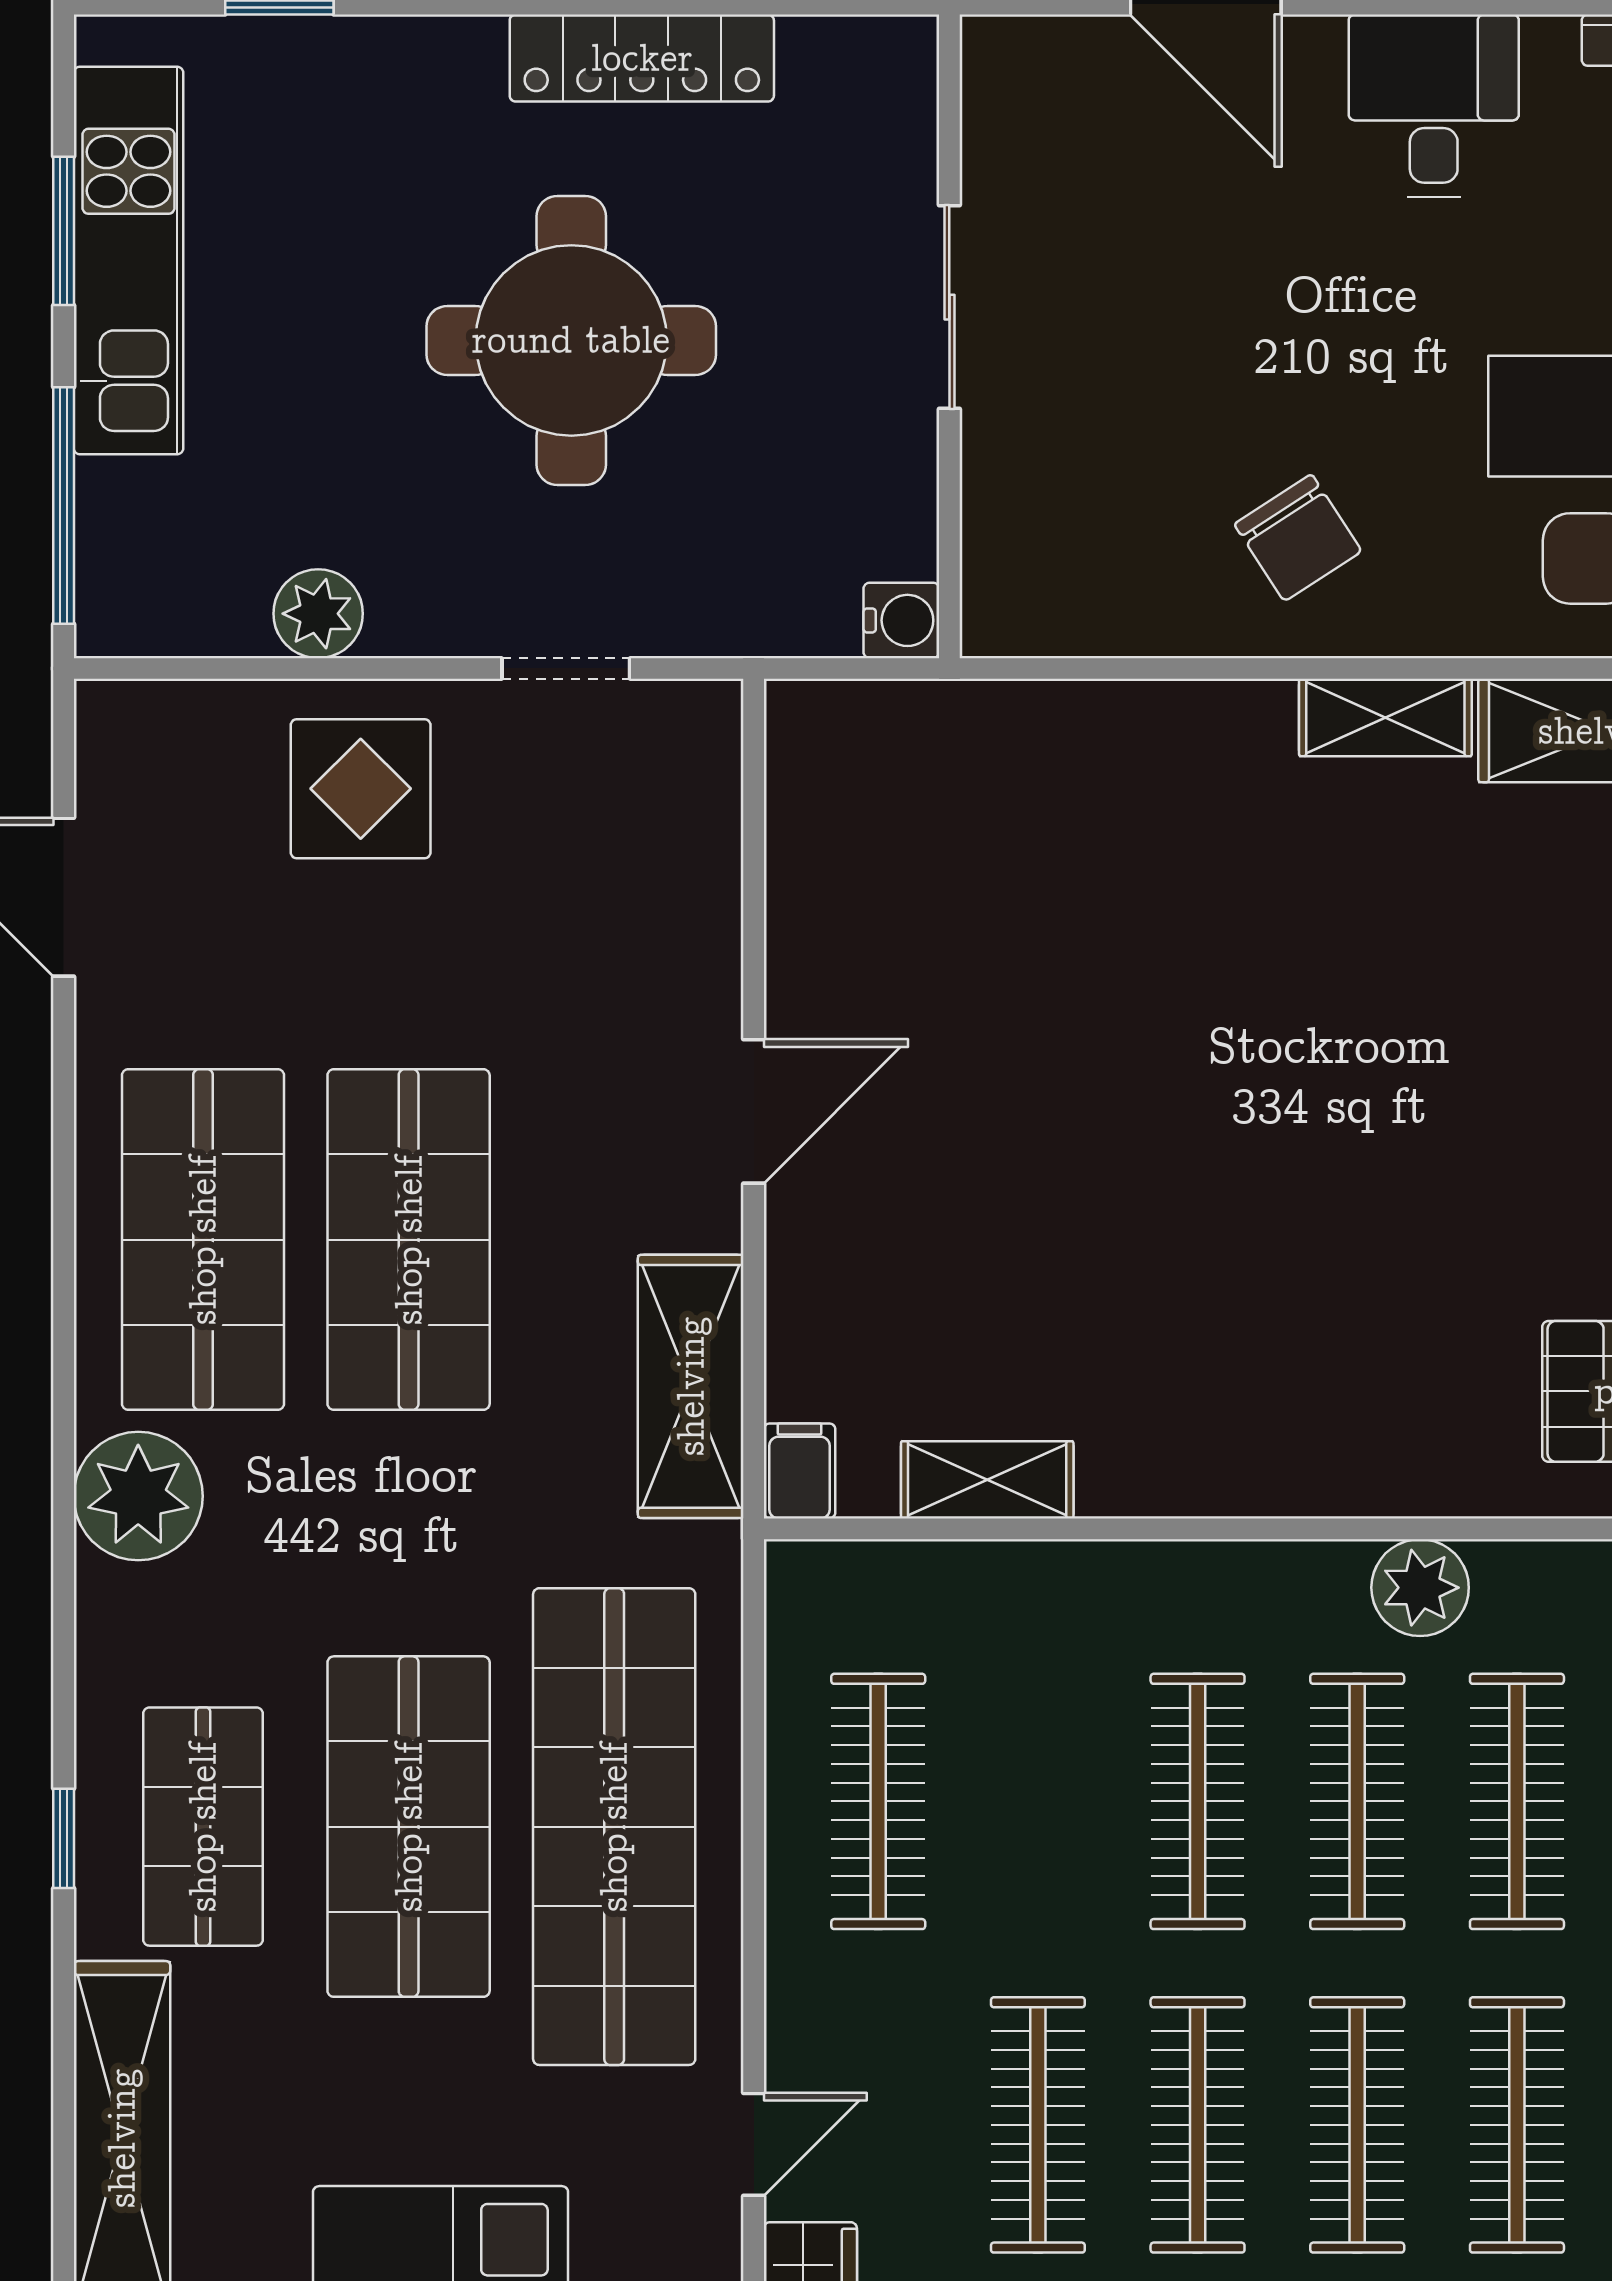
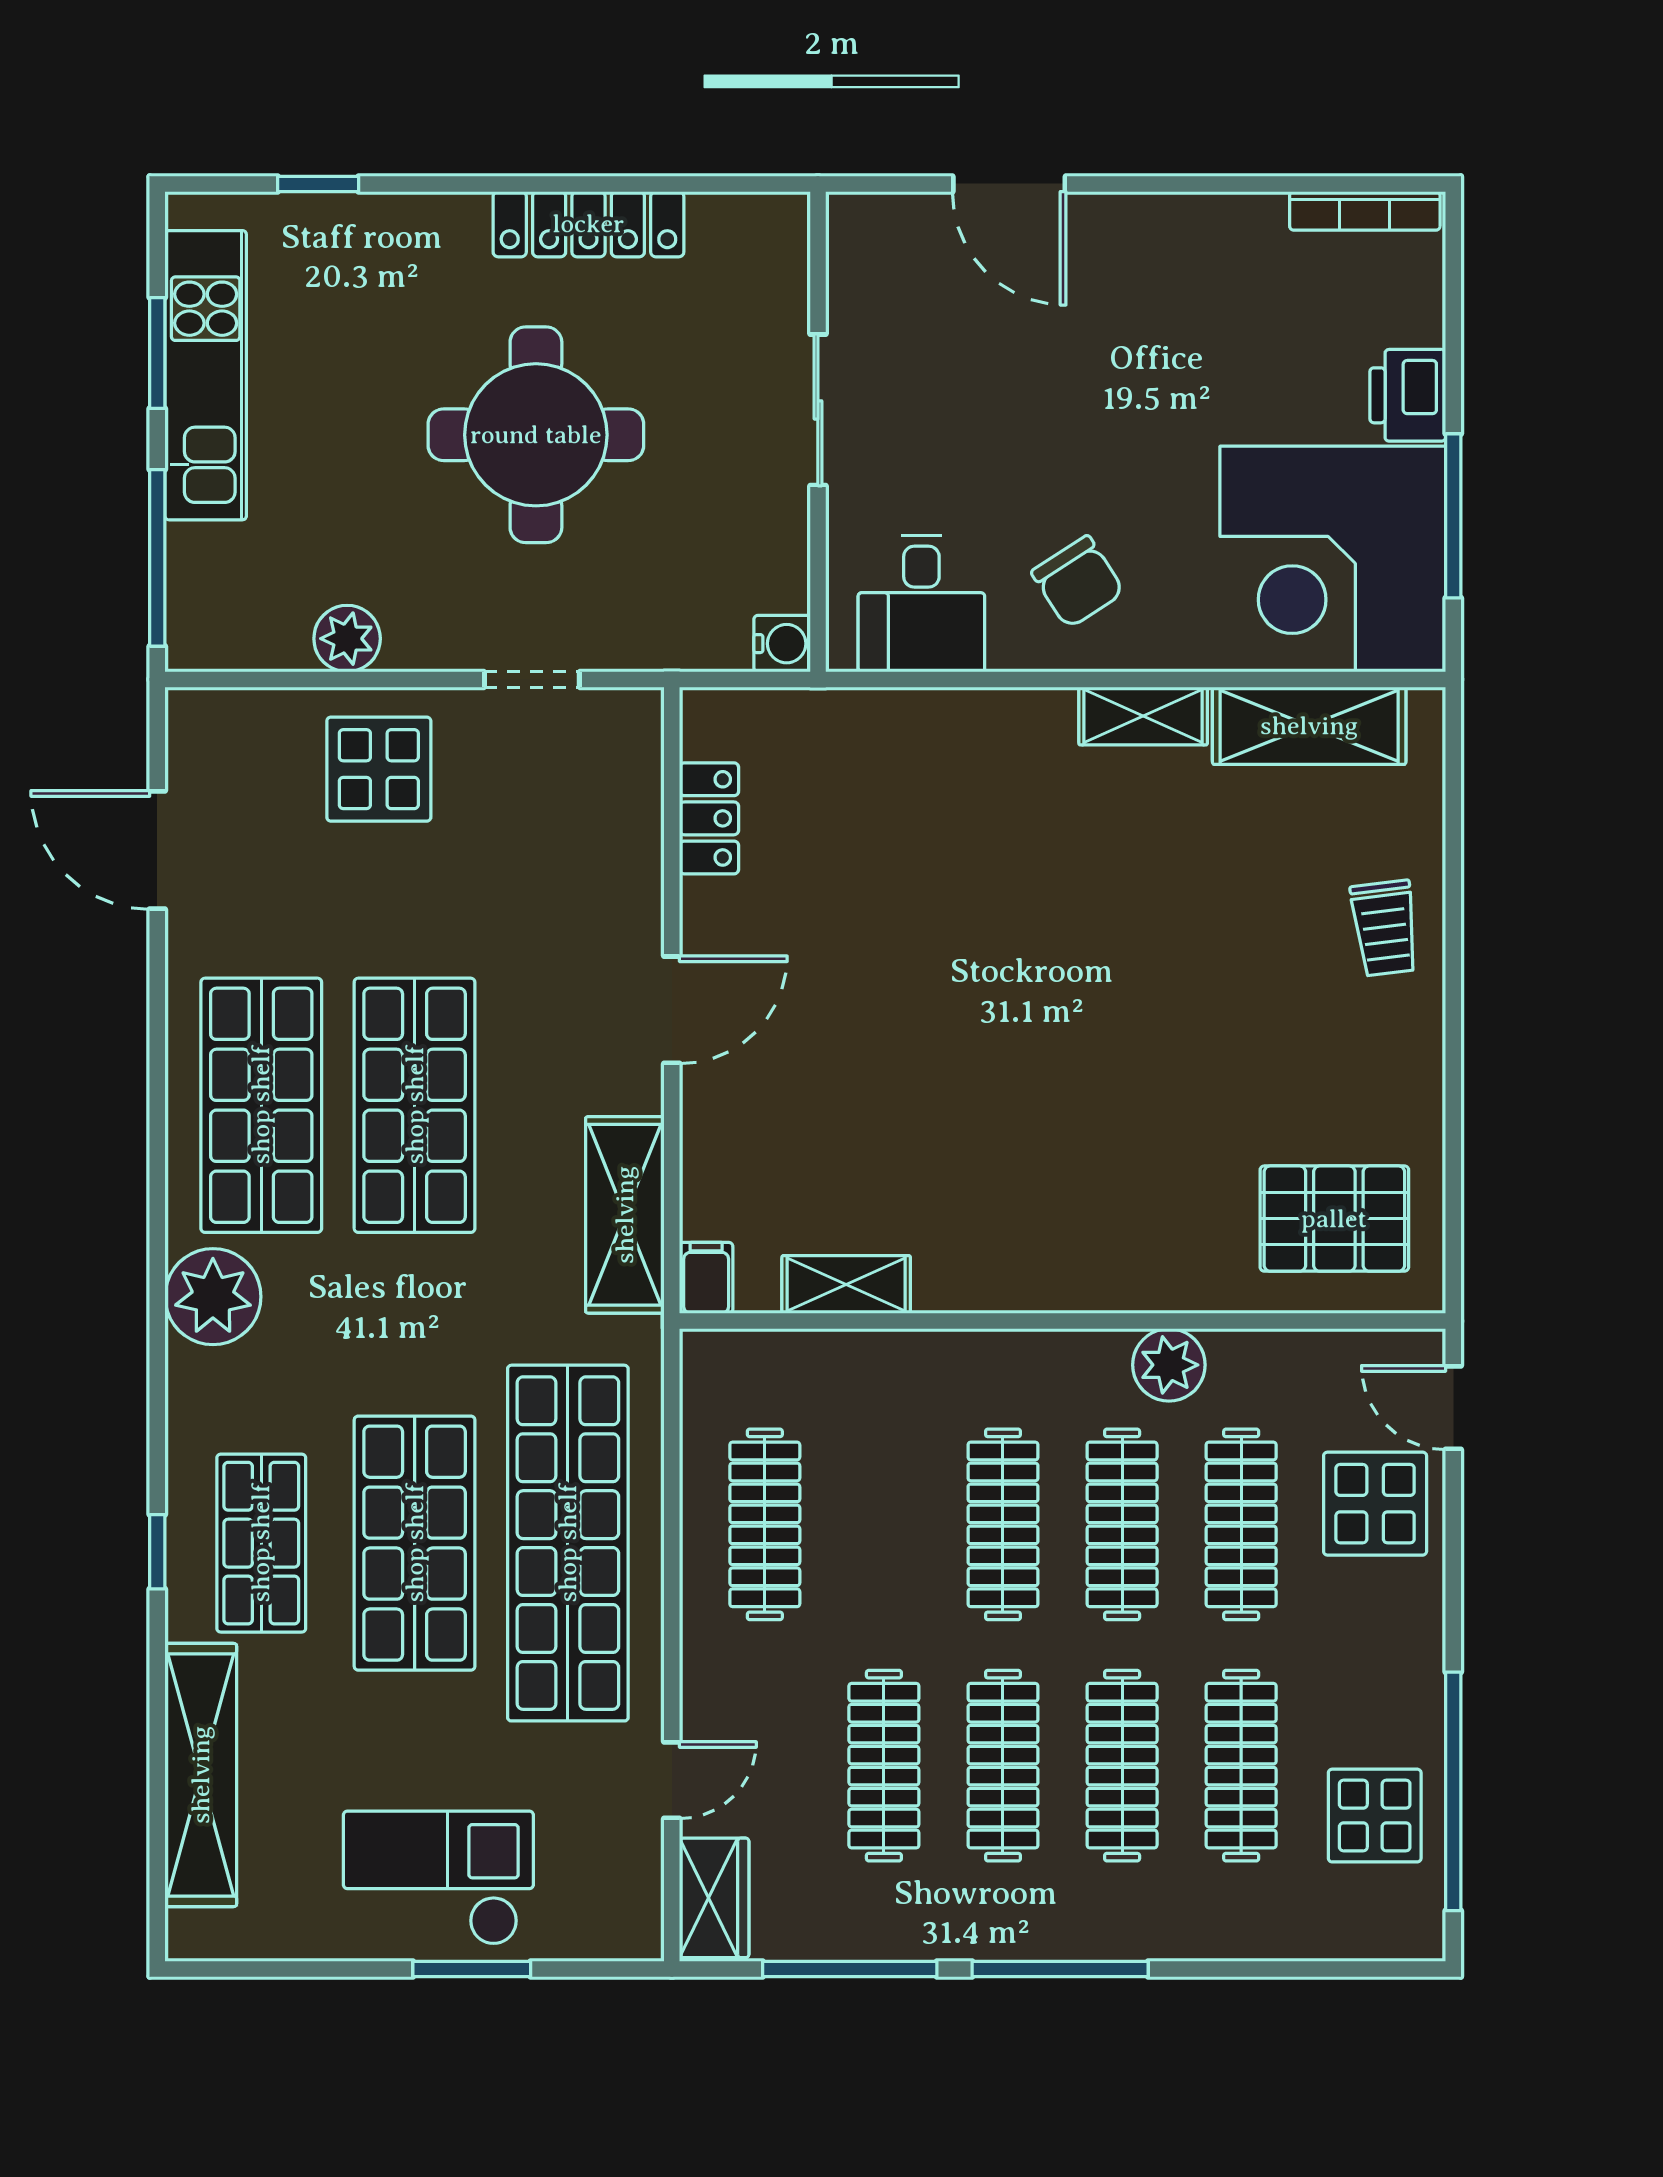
desk: (1434, 106) -> (921, 604), moved, turned 180
locker: (803, 855) -> (709, 818), added

